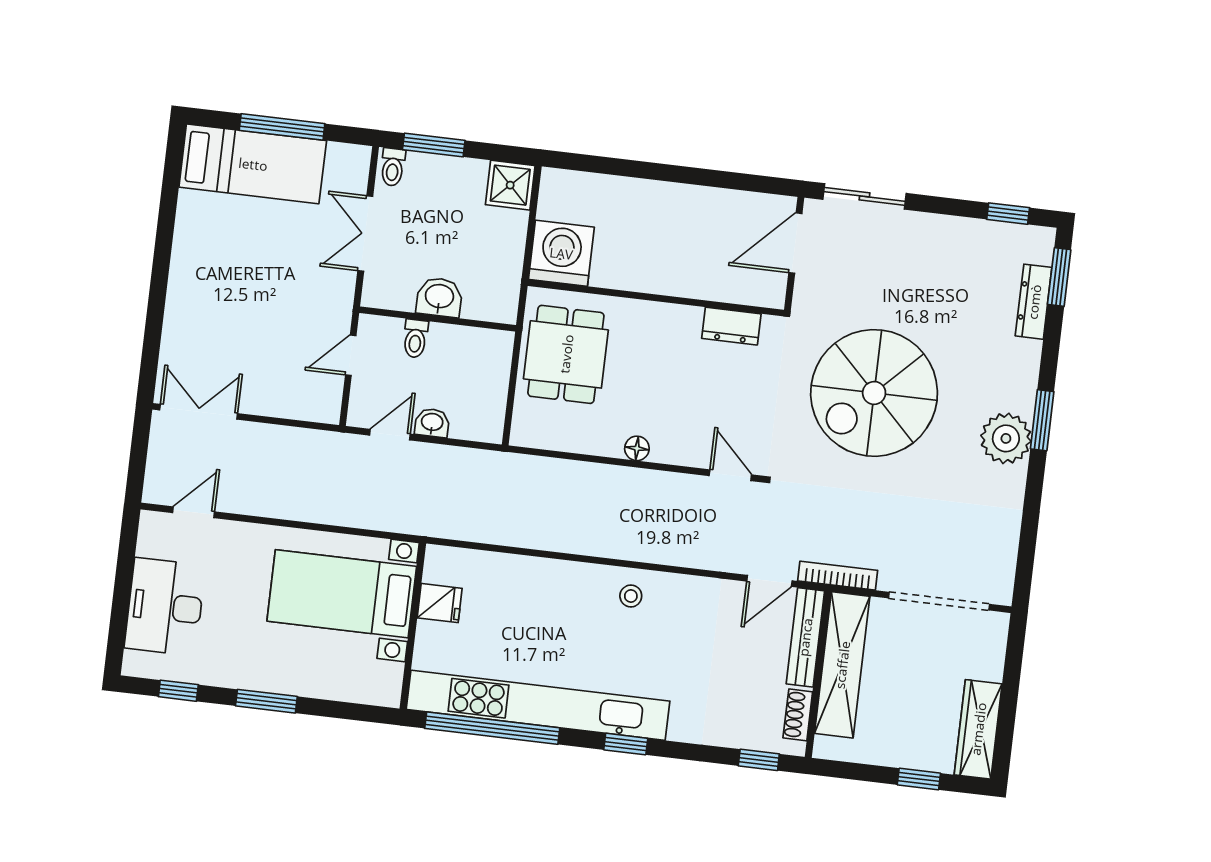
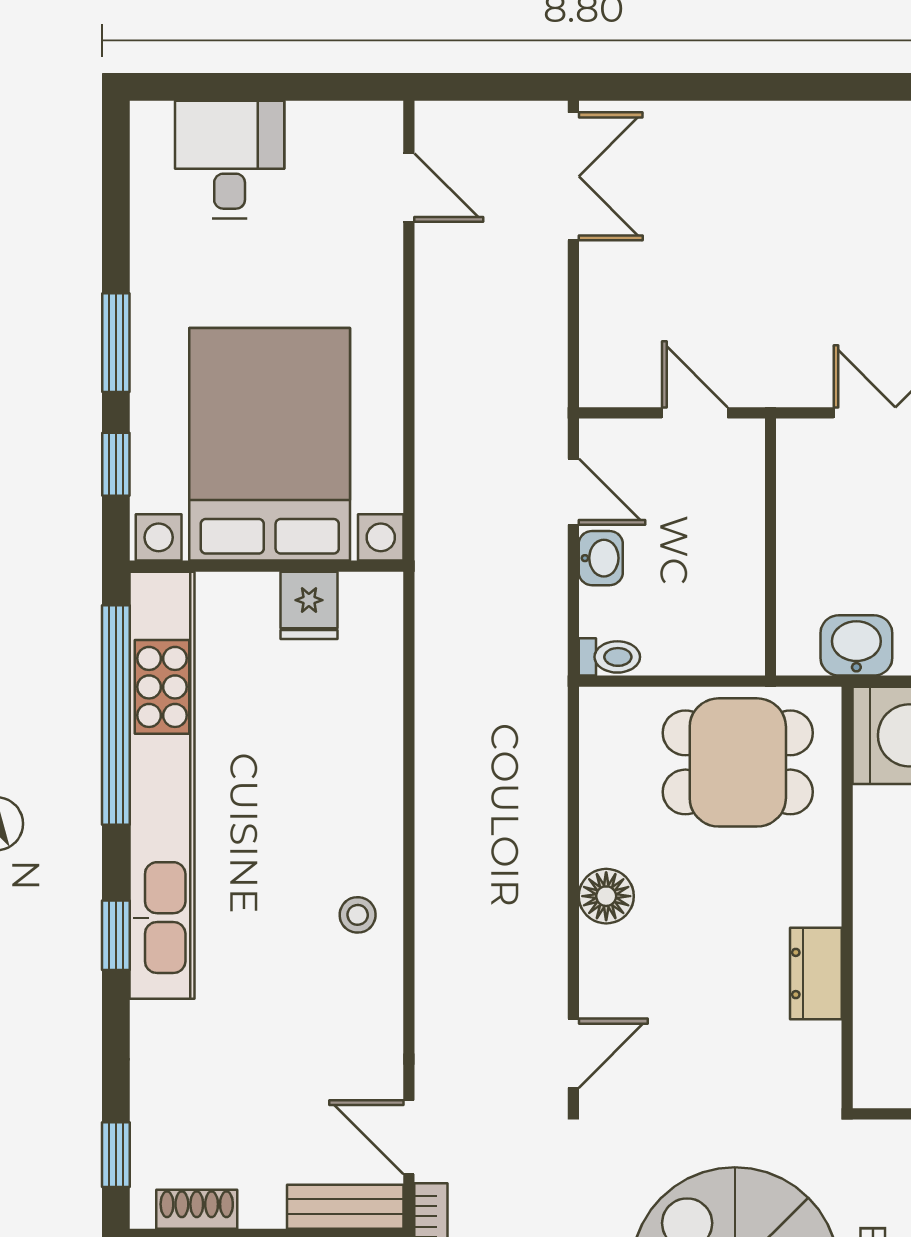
washbasin: (439, 297) -> (856, 645), moved, turned -90
dresser: (731, 326) -> (816, 974), moved
toilet: (415, 339) -> (609, 657), moved, turned 180
floor lamp: (637, 448) -> (606, 896), width x1.37, depth x1.37
bed with nightstands: (342, 594) -> (270, 444), width x1.36
desk: (165, 607) -> (230, 159), width x0.73
bench: (805, 637) -> (345, 1207), width x0.73
window: (178, 691) -> (116, 464), moved

